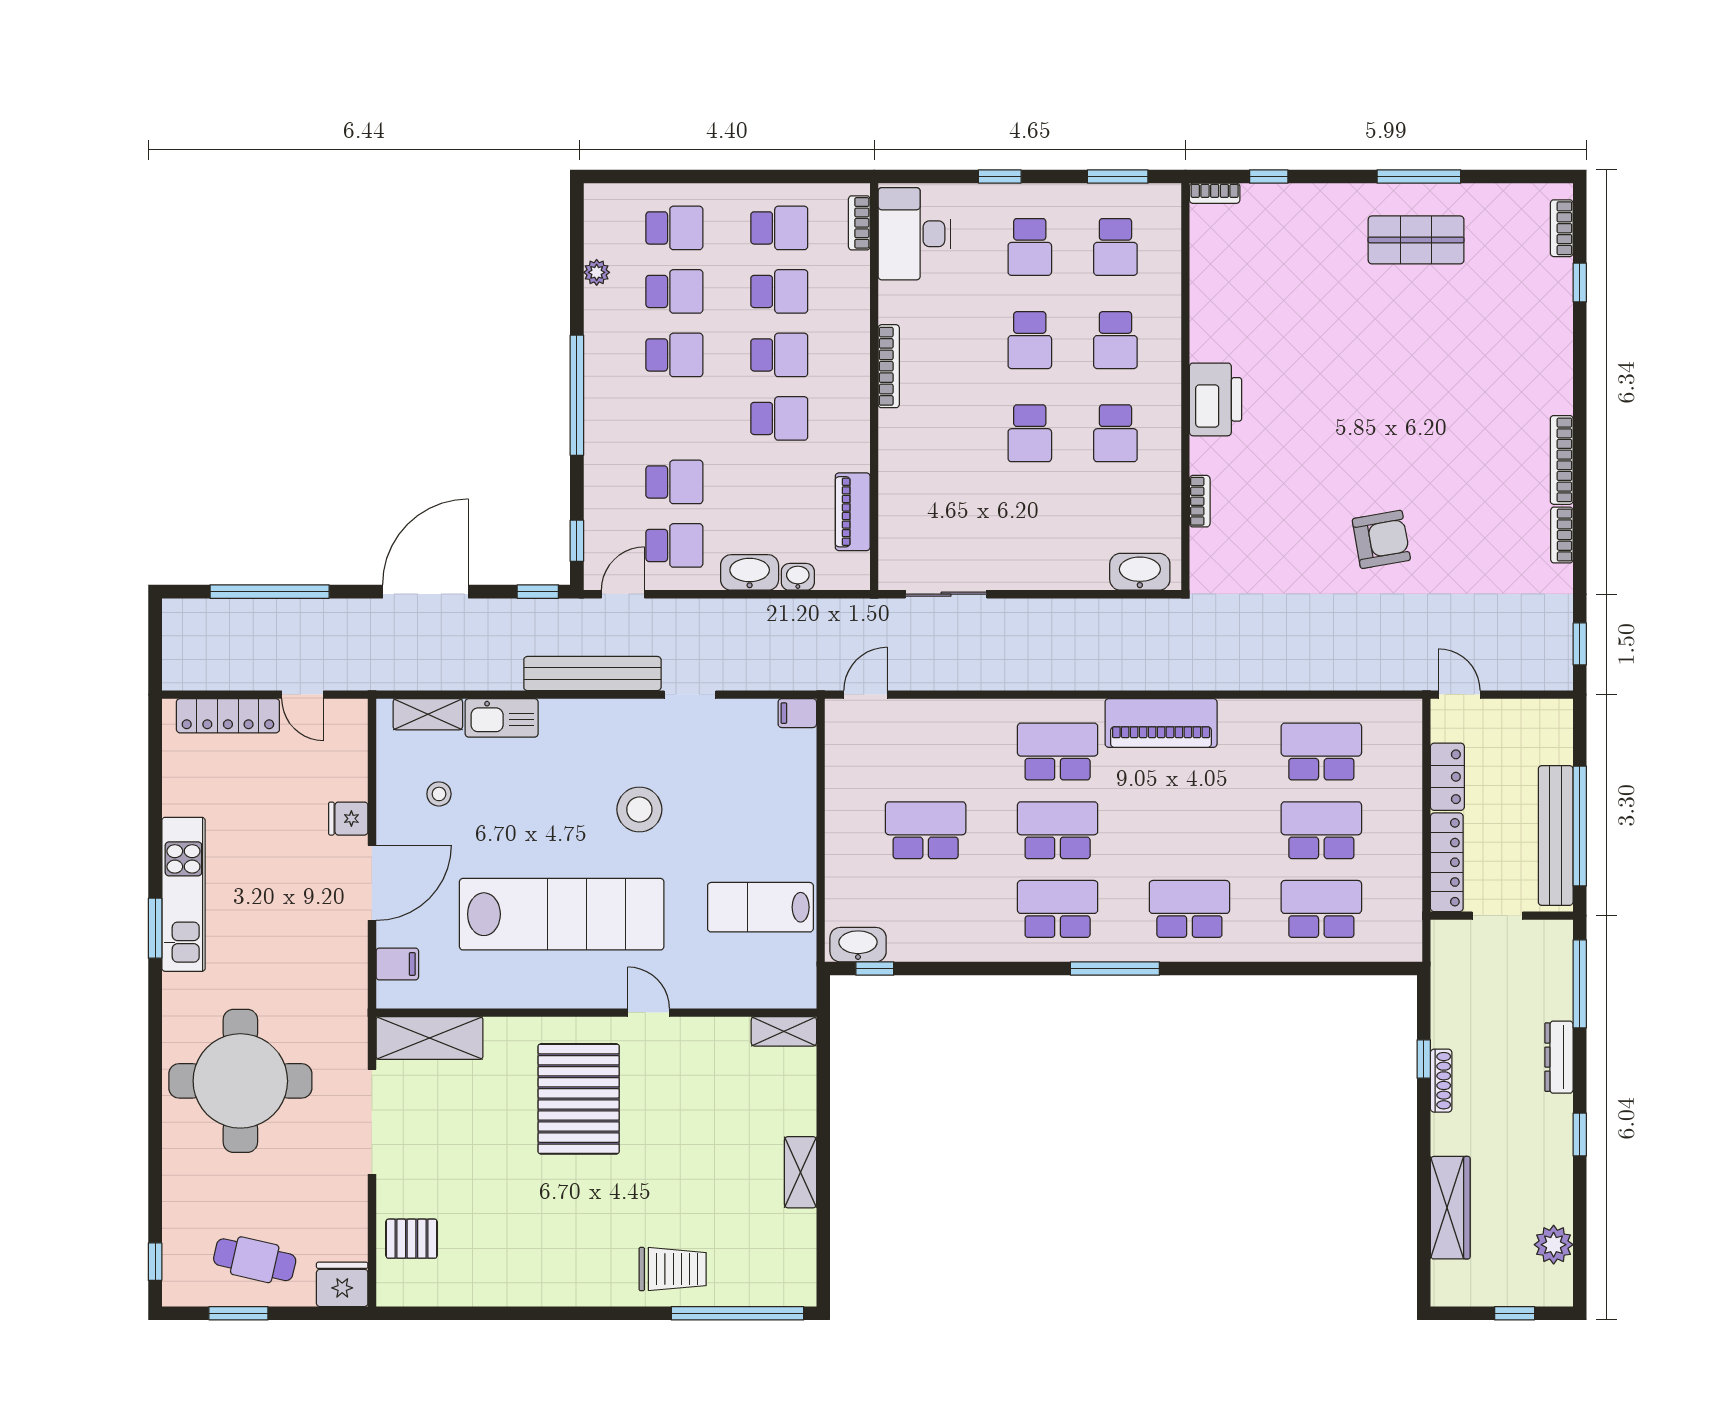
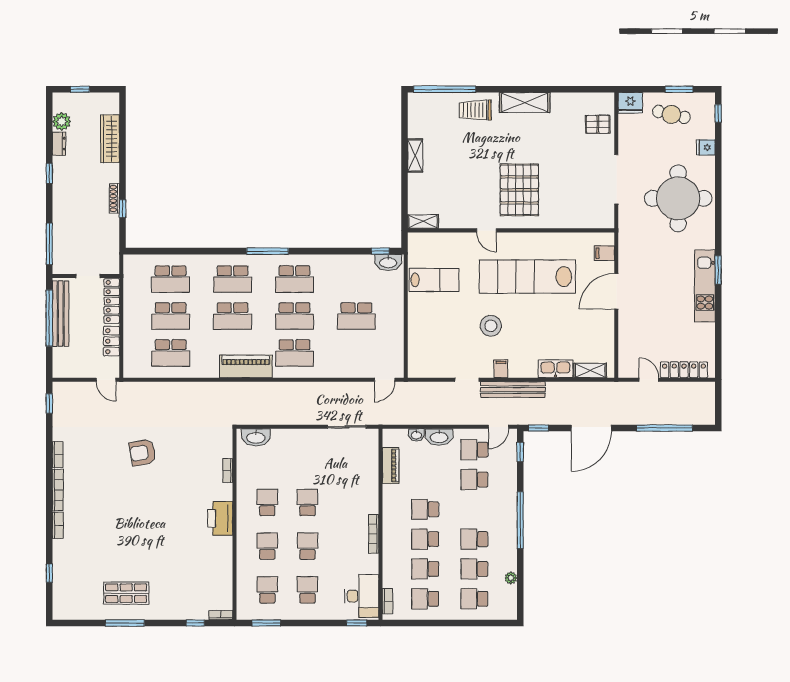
window: (1000, 176) -> (357, 623), moved
bookcase: (1562, 228) -> (58, 525), moved
filing cabinet: (797, 713) -> (501, 369), moved, turned -90
stool: (439, 794) -> (585, 333), removed
fridge: (348, 819) -> (706, 147), moved, turned 180
school desk: (1189, 830) -> (233, 316), added
shelving: (429, 1038) -> (525, 102), moved
dresser: (1559, 1057) -> (59, 144), moved, width x0.70

